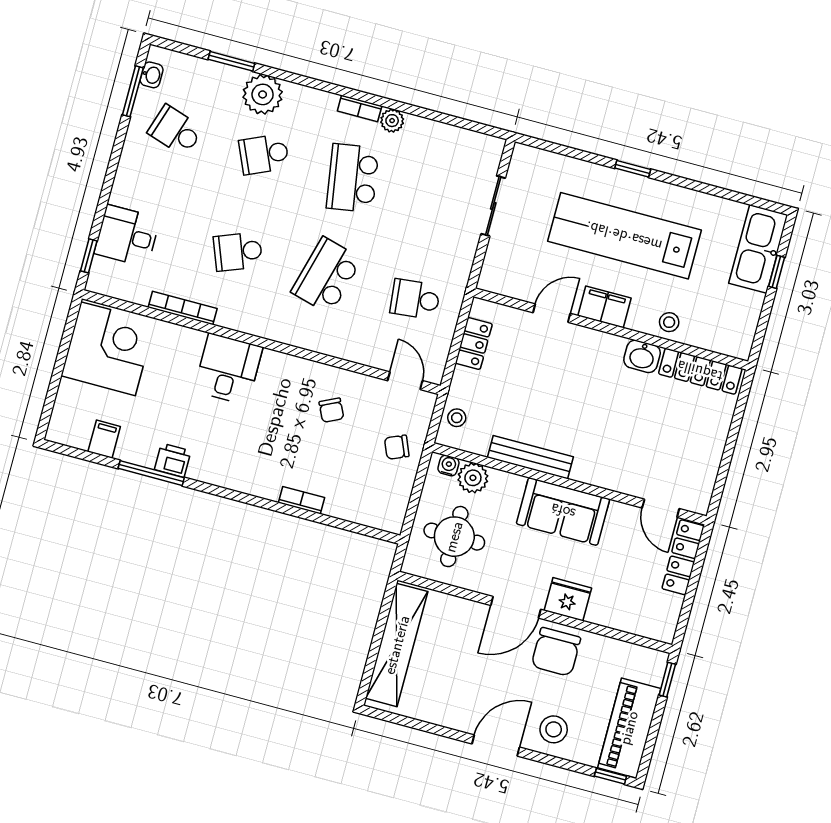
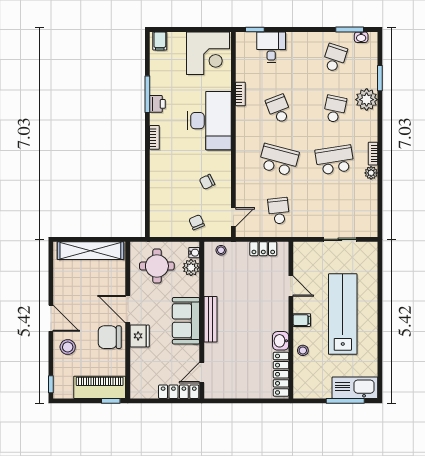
school desk: (264, 154) -> (335, 109), turned 36
window: (633, 169) -> (380, 309), removed
window: (777, 272) -> (345, 401), width x2.17
filing cabinet: (605, 307) -> (302, 320), width x0.50
bookcase: (183, 308) -> (240, 94), width x0.64
desk: (228, 369) -> (209, 121), width x1.87, depth x1.30
filing cabinet: (104, 439) -> (160, 41), moved, turned 90
bench: (530, 457) -> (210, 319), moved
bookcase: (302, 500) -> (154, 137), moved
piano: (629, 728) -> (100, 387), moved

